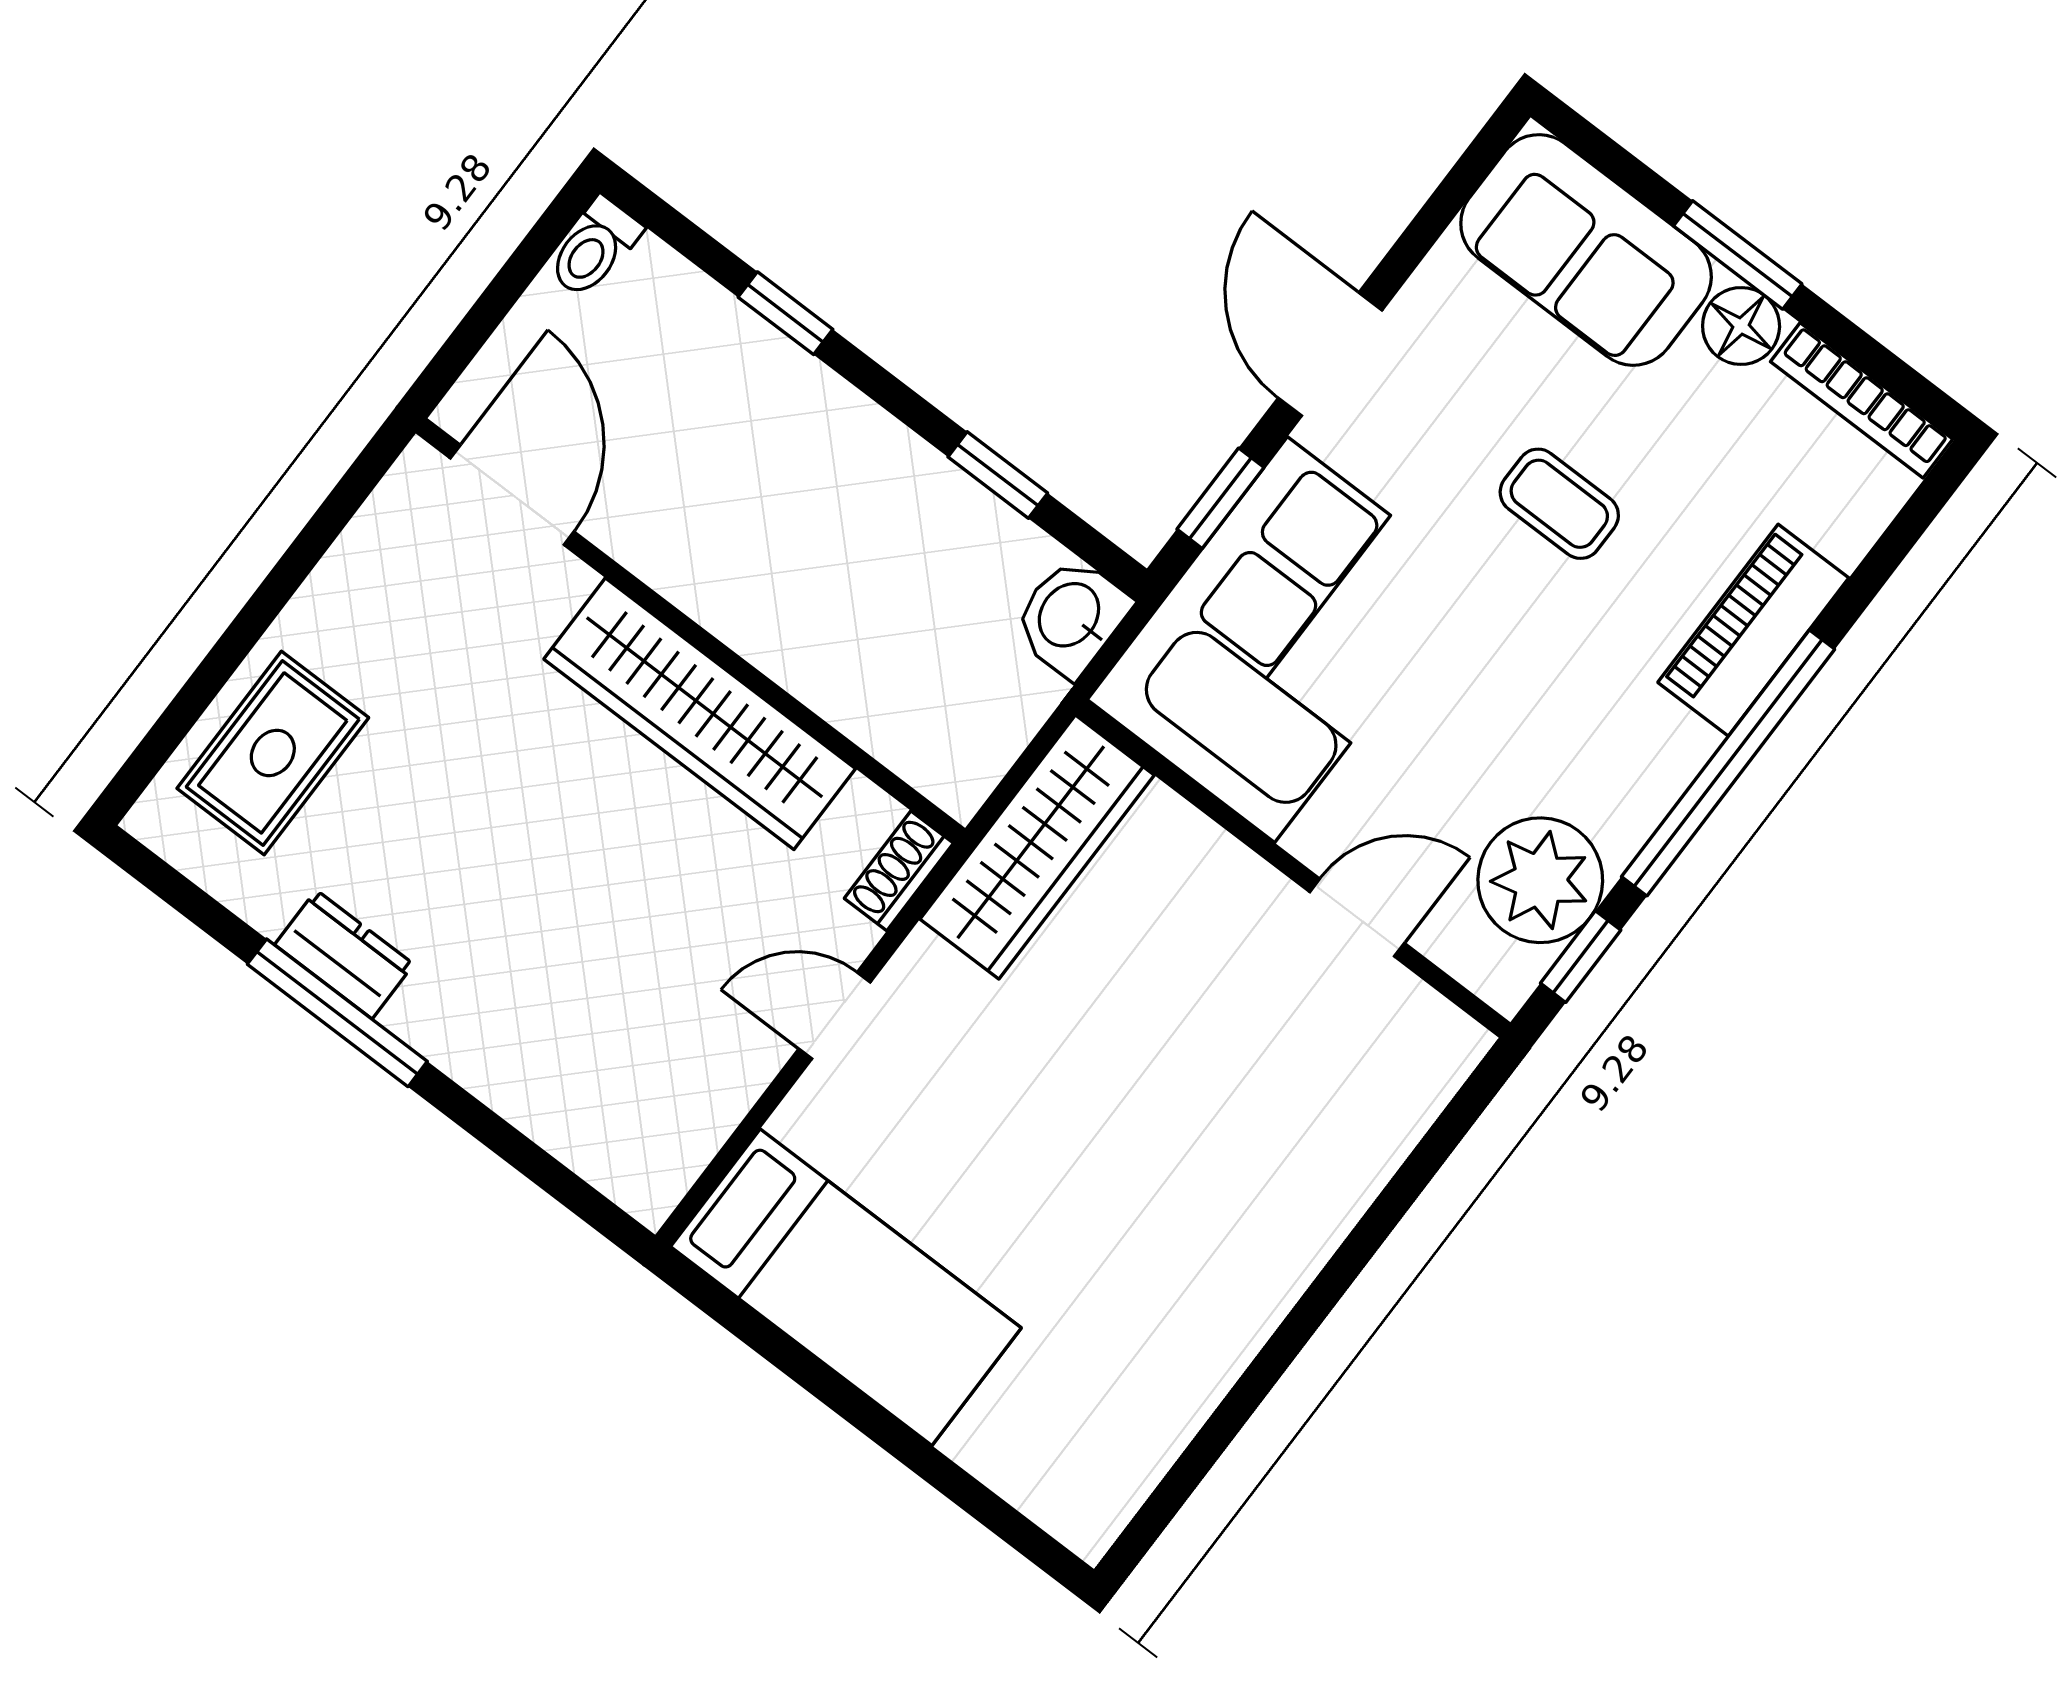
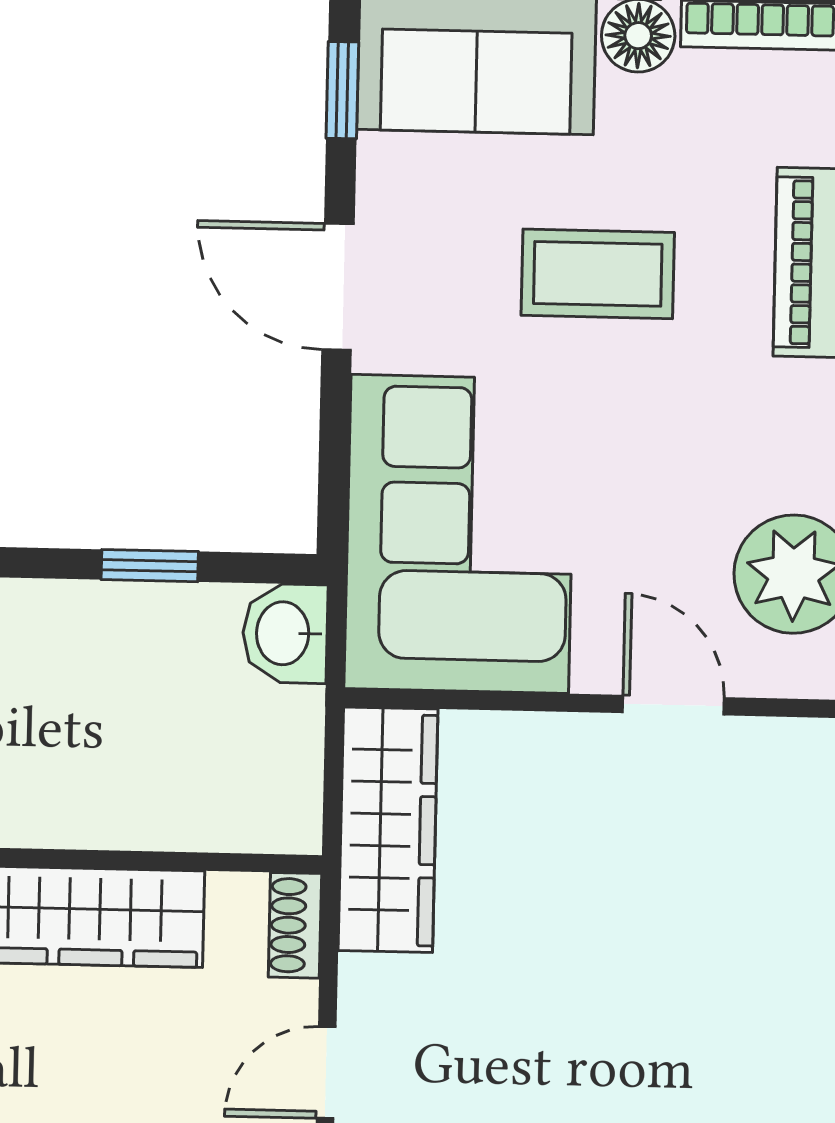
window: (1220, 498) -> (342, 90), moved
coffee table: (1559, 504) -> (598, 274), width x1.36, depth x1.30
door: (1357, 918) -> (673, 705), hinge flipped

